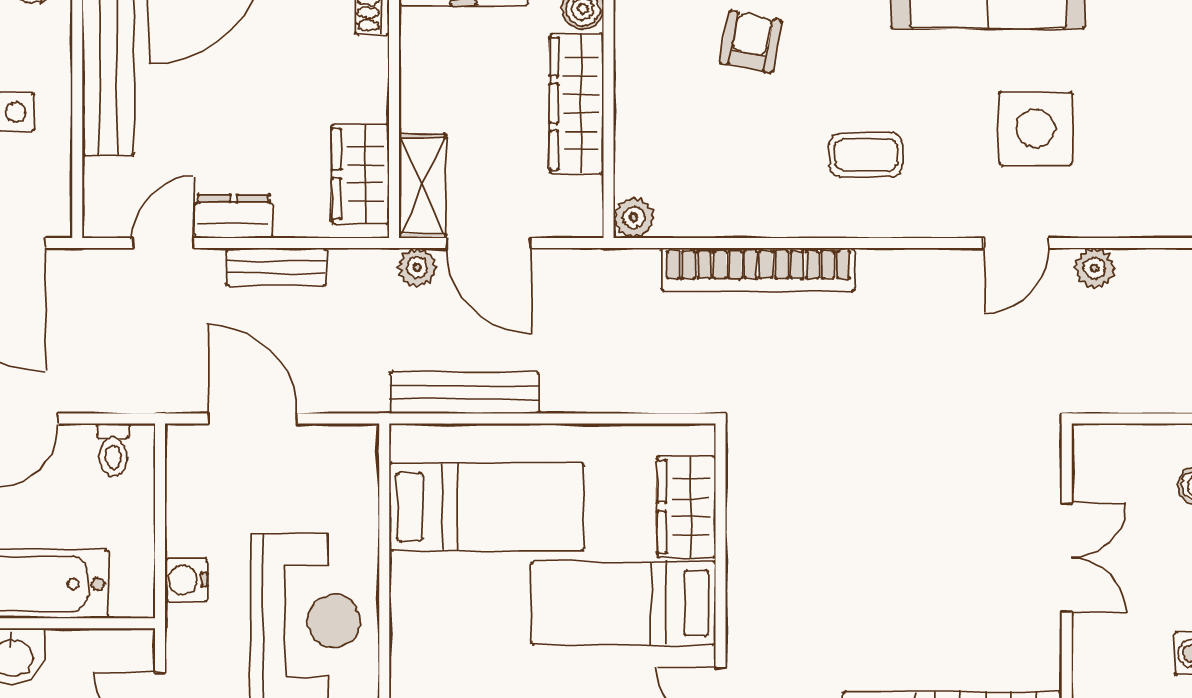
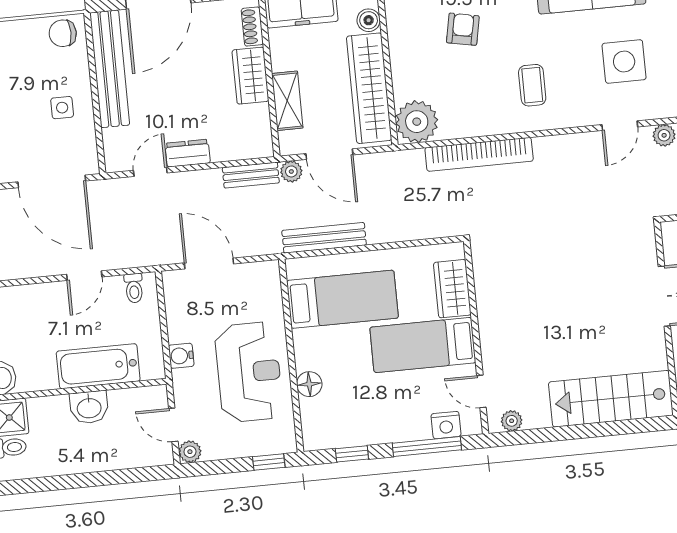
wardrobe: (577, 103) -> (369, 88), width x1.40, depth x1.17
coffee table: (866, 155) -> (532, 85), turned 90
wardrobe: (360, 174) -> (250, 76), moved
shelving: (422, 186) -> (287, 101), moved
plant: (634, 218) -> (417, 122), width x1.88, depth x1.88
bench: (276, 267) -> (251, 175), moved
floor lamp: (412, 653) -> (309, 384), added

